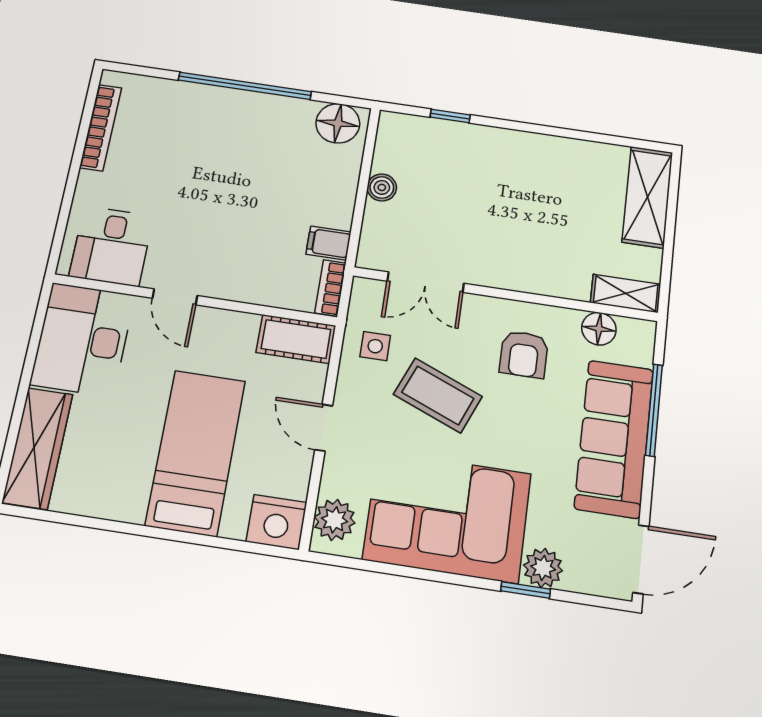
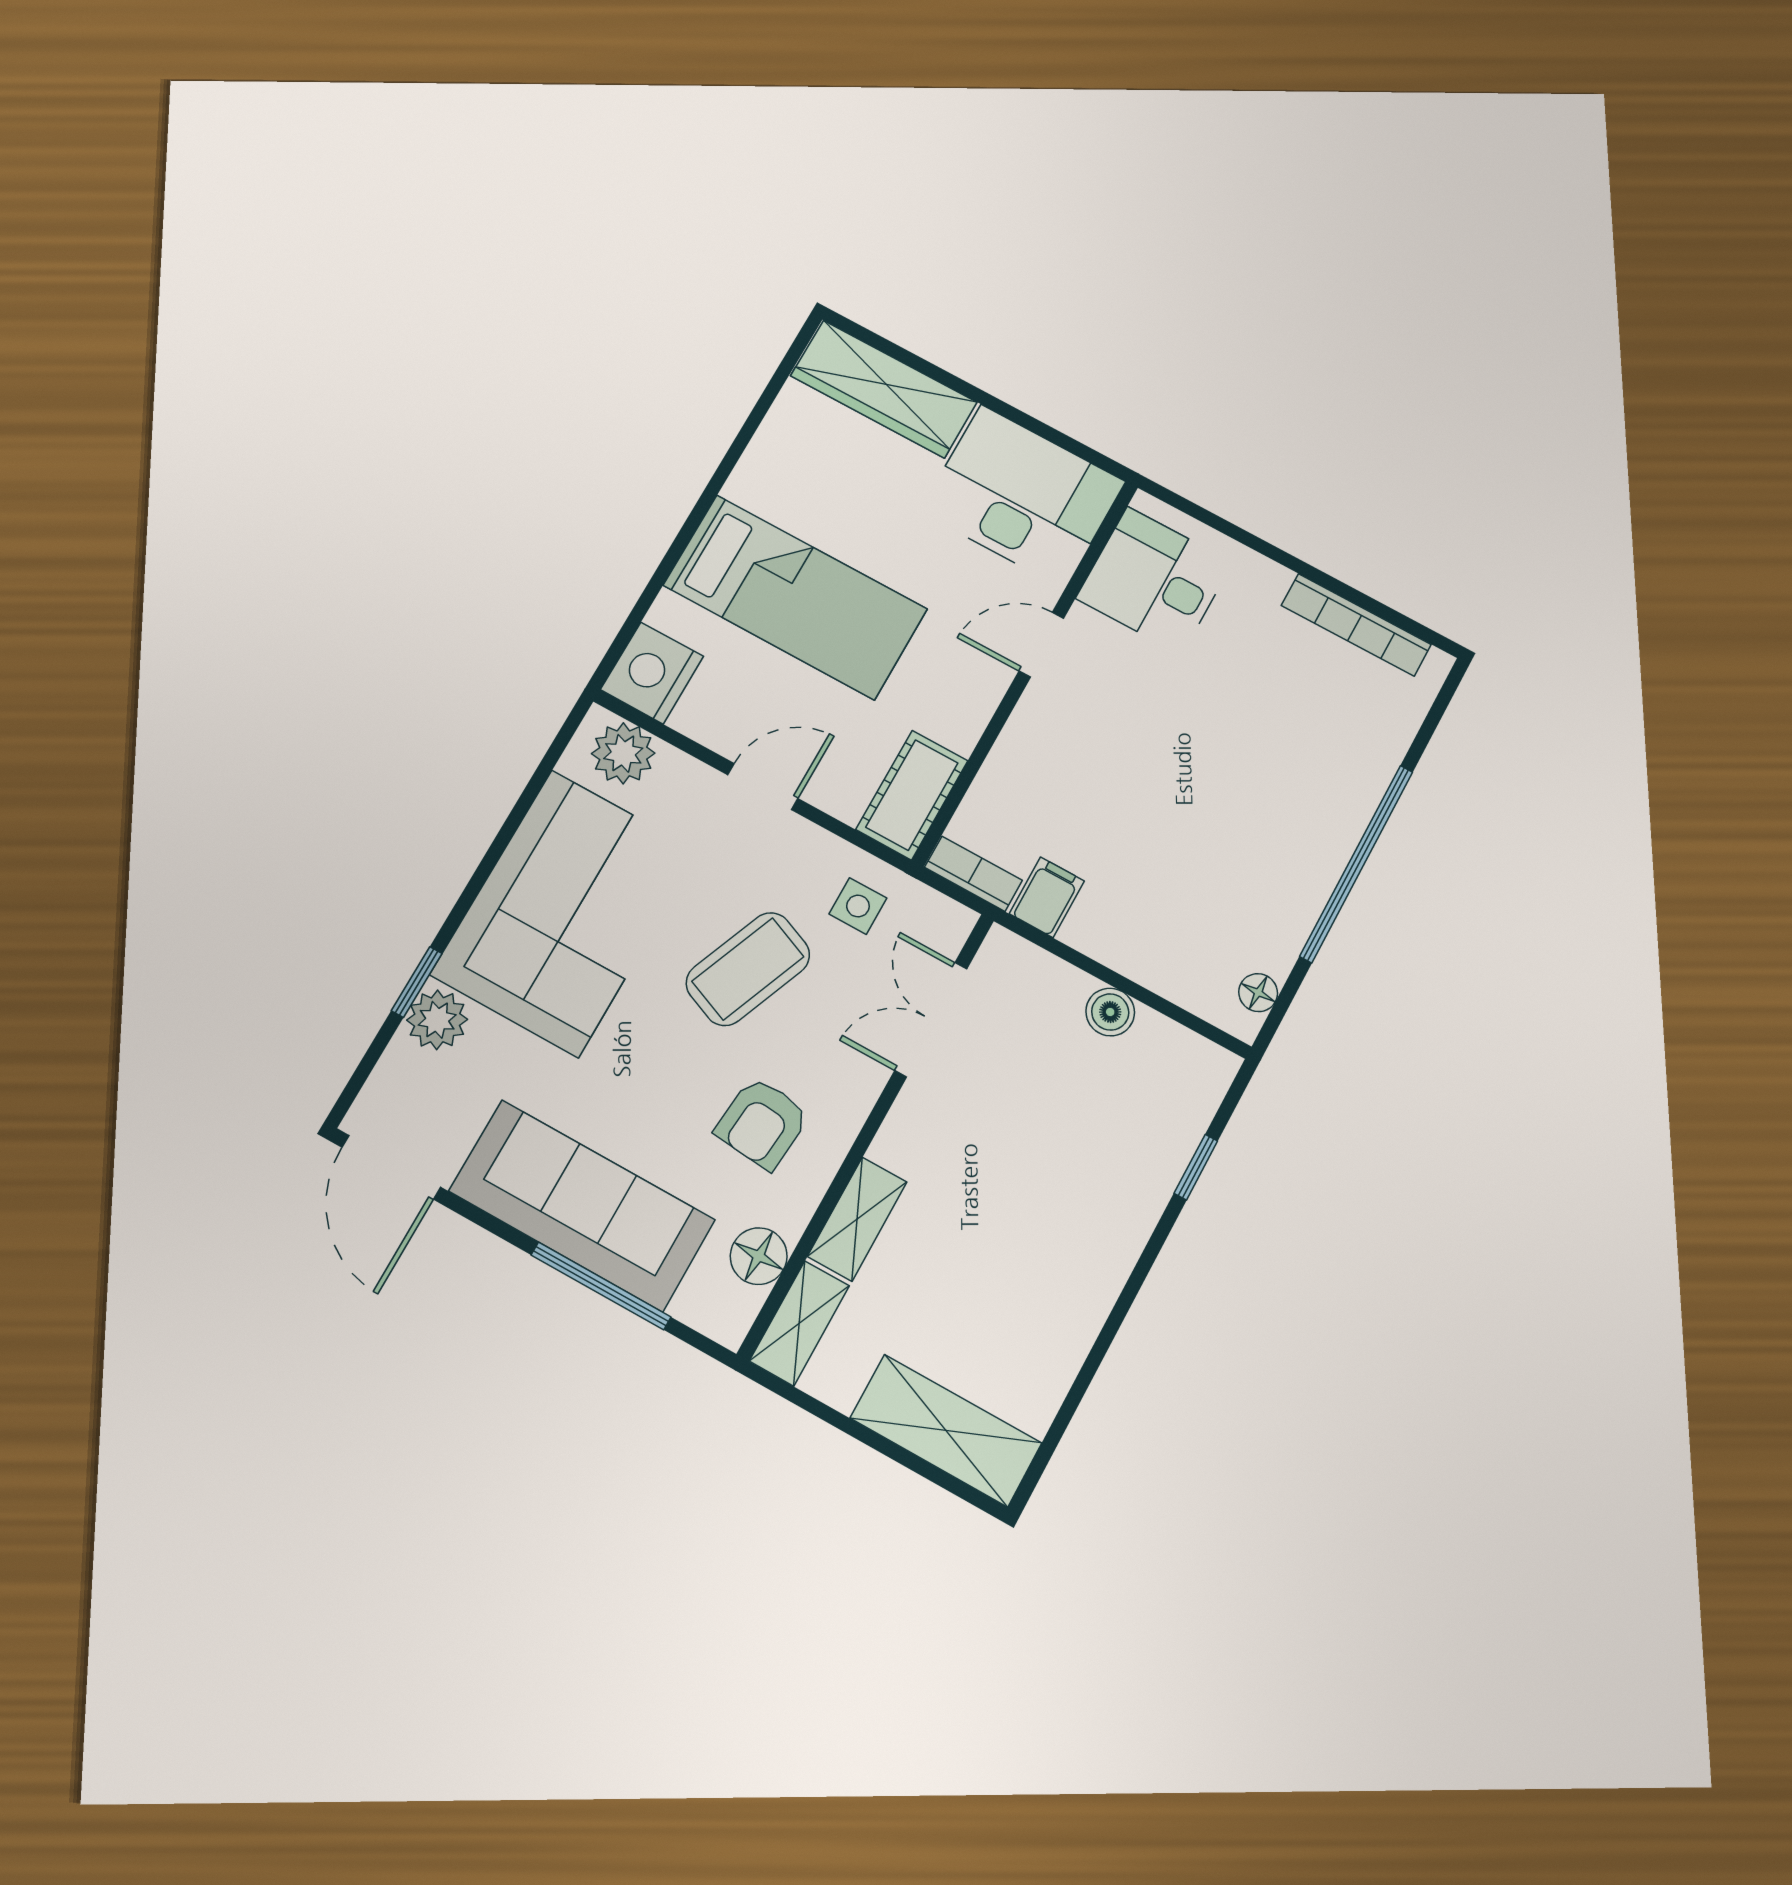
floor lamp: (338, 123) -> (1258, 993), width x0.53, depth x0.53
shelving: (555, 283) -> (857, 1219), added
armchair: (524, 354) -> (762, 1123), turned -85

